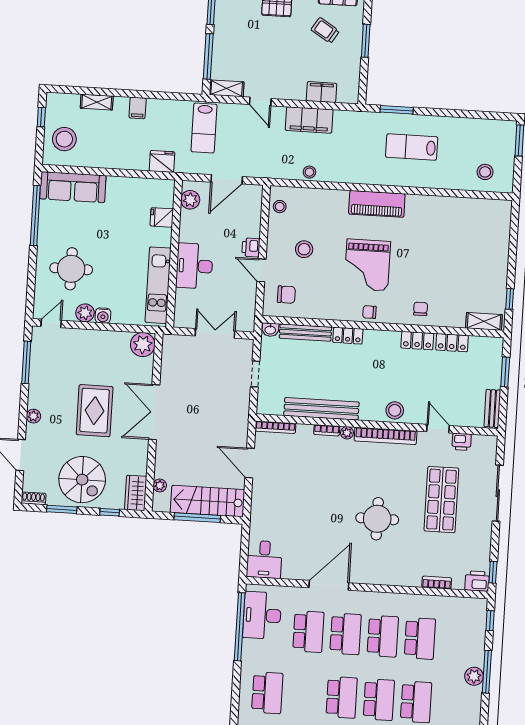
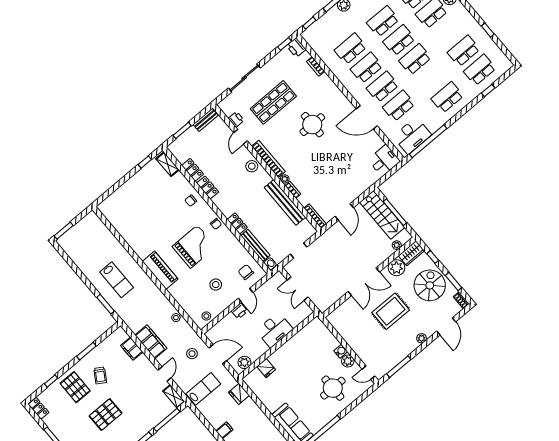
stool: (485, 172) -> (192, 354), moved
kitchen unit: (158, 285) -> (301, 339), removed
plant: (143, 345) -> (397, 268), moved

